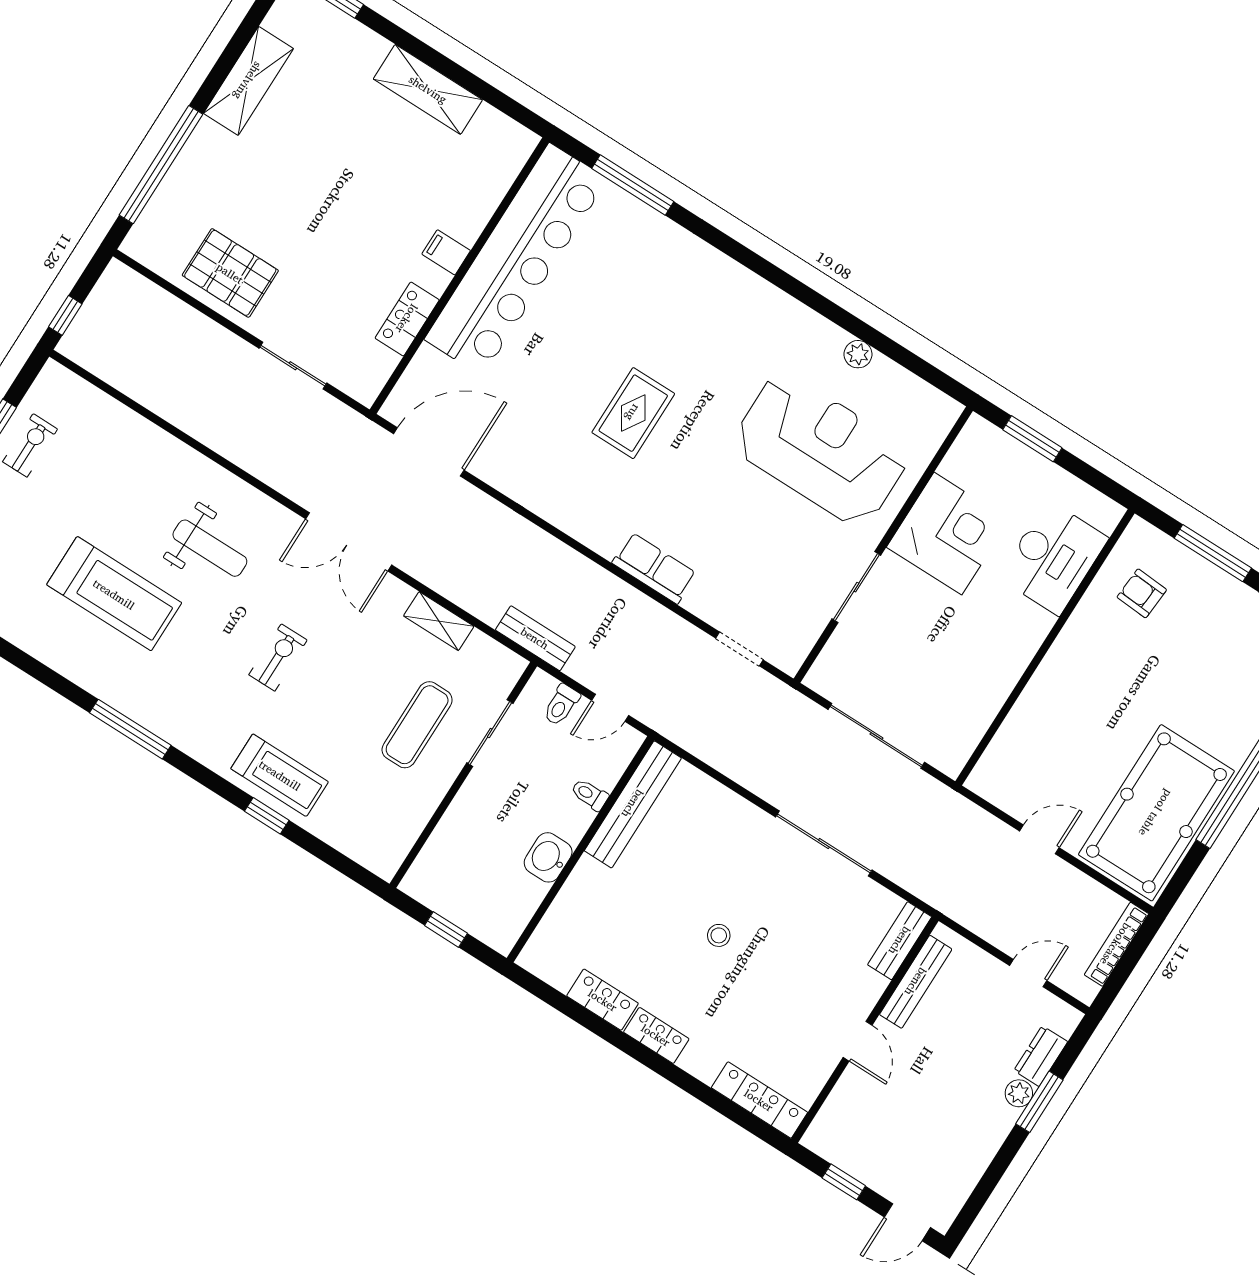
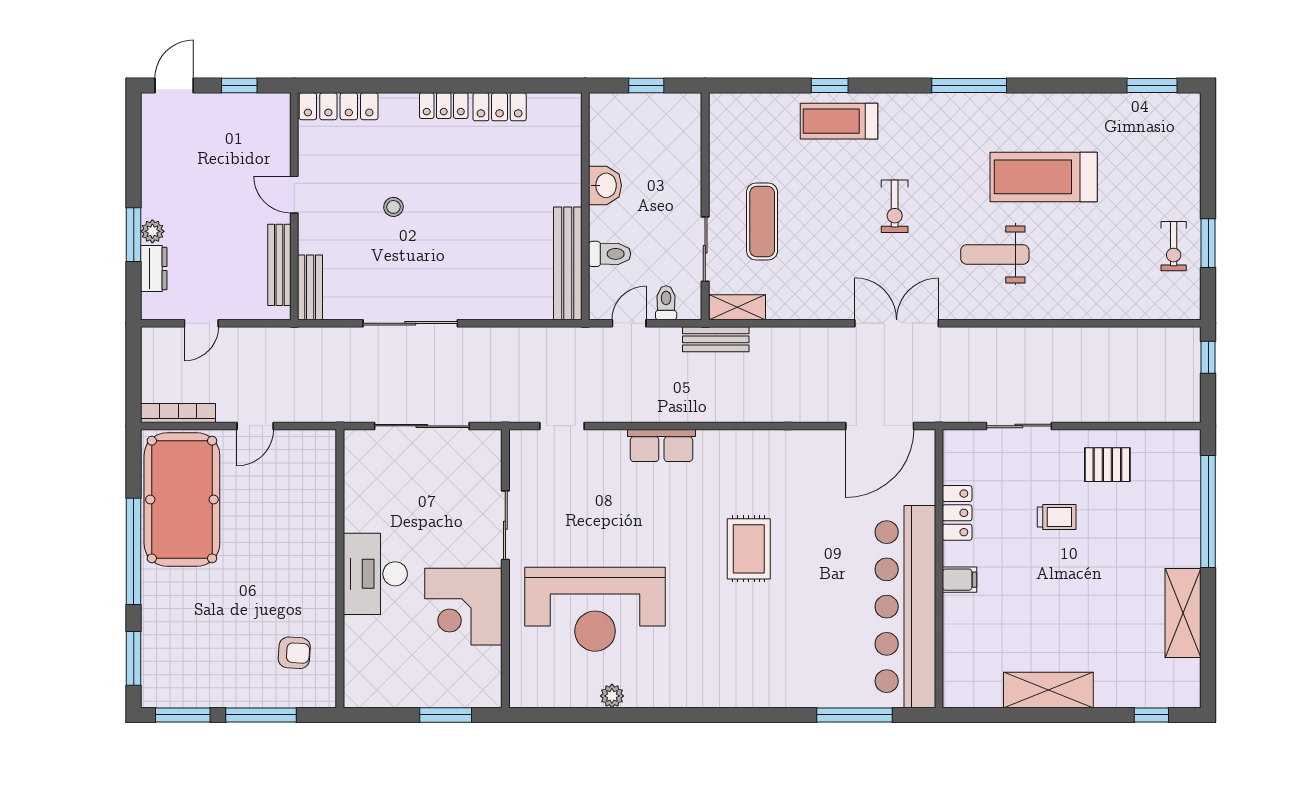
trolley: (312, 253) -> (1057, 517), added
pallet: (230, 273) -> (1107, 465), width x0.67, depth x0.71
desk: (1053, 558) -> (375, 574), moved
shelving: (439, 621) -> (737, 307), moved
toilet: (590, 795) -> (610, 254), width x1.37, depth x1.39
stool: (719, 935) -> (393, 207), moved
bookcase: (1116, 944) -> (178, 413), moved, turned -90

